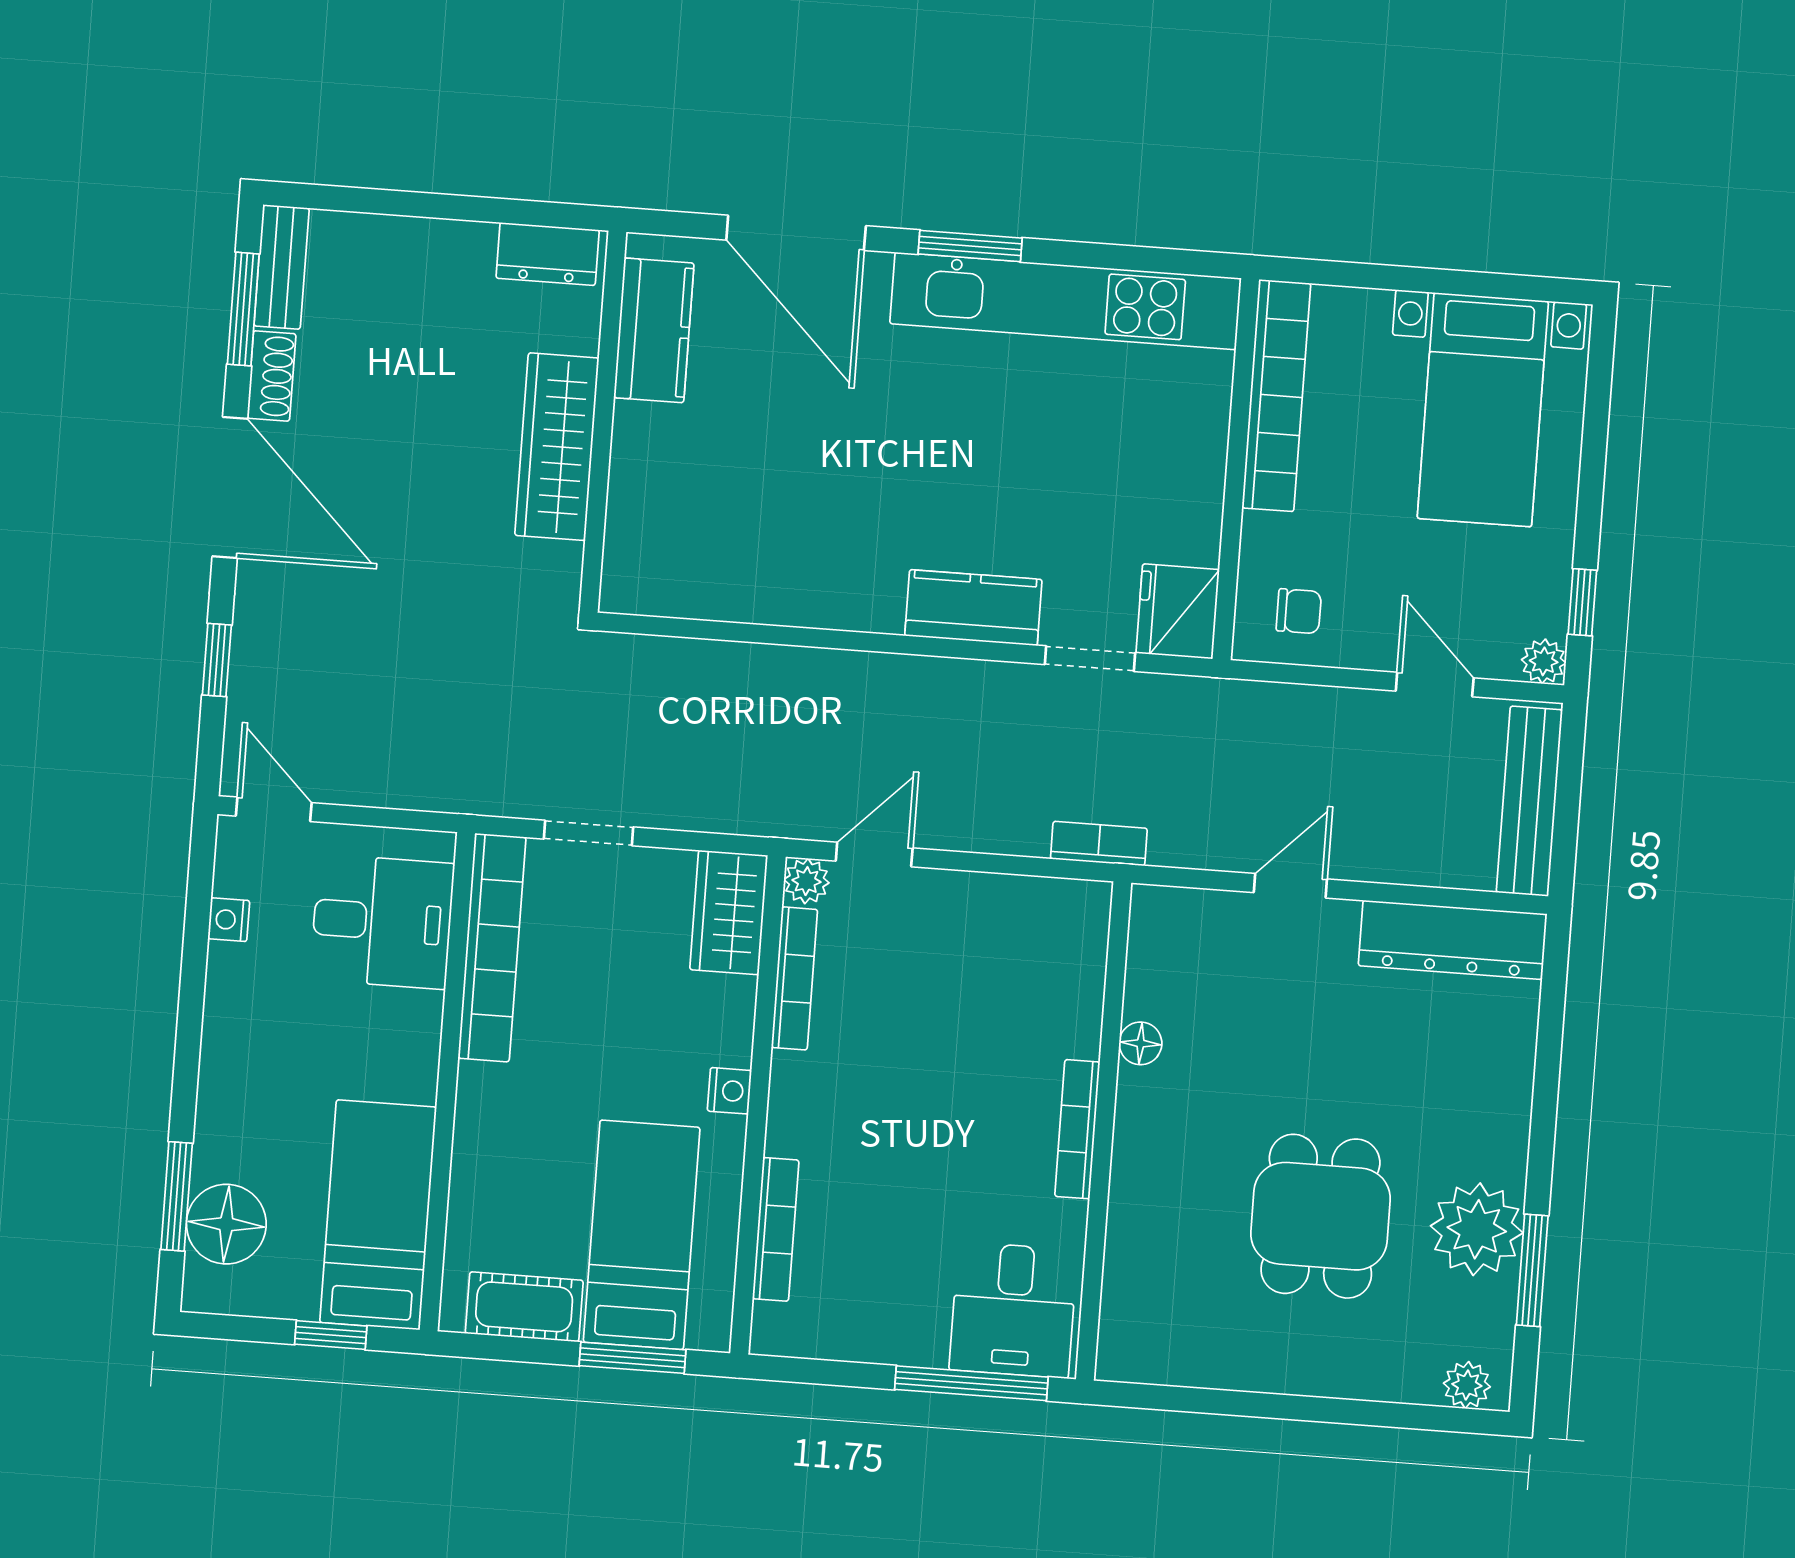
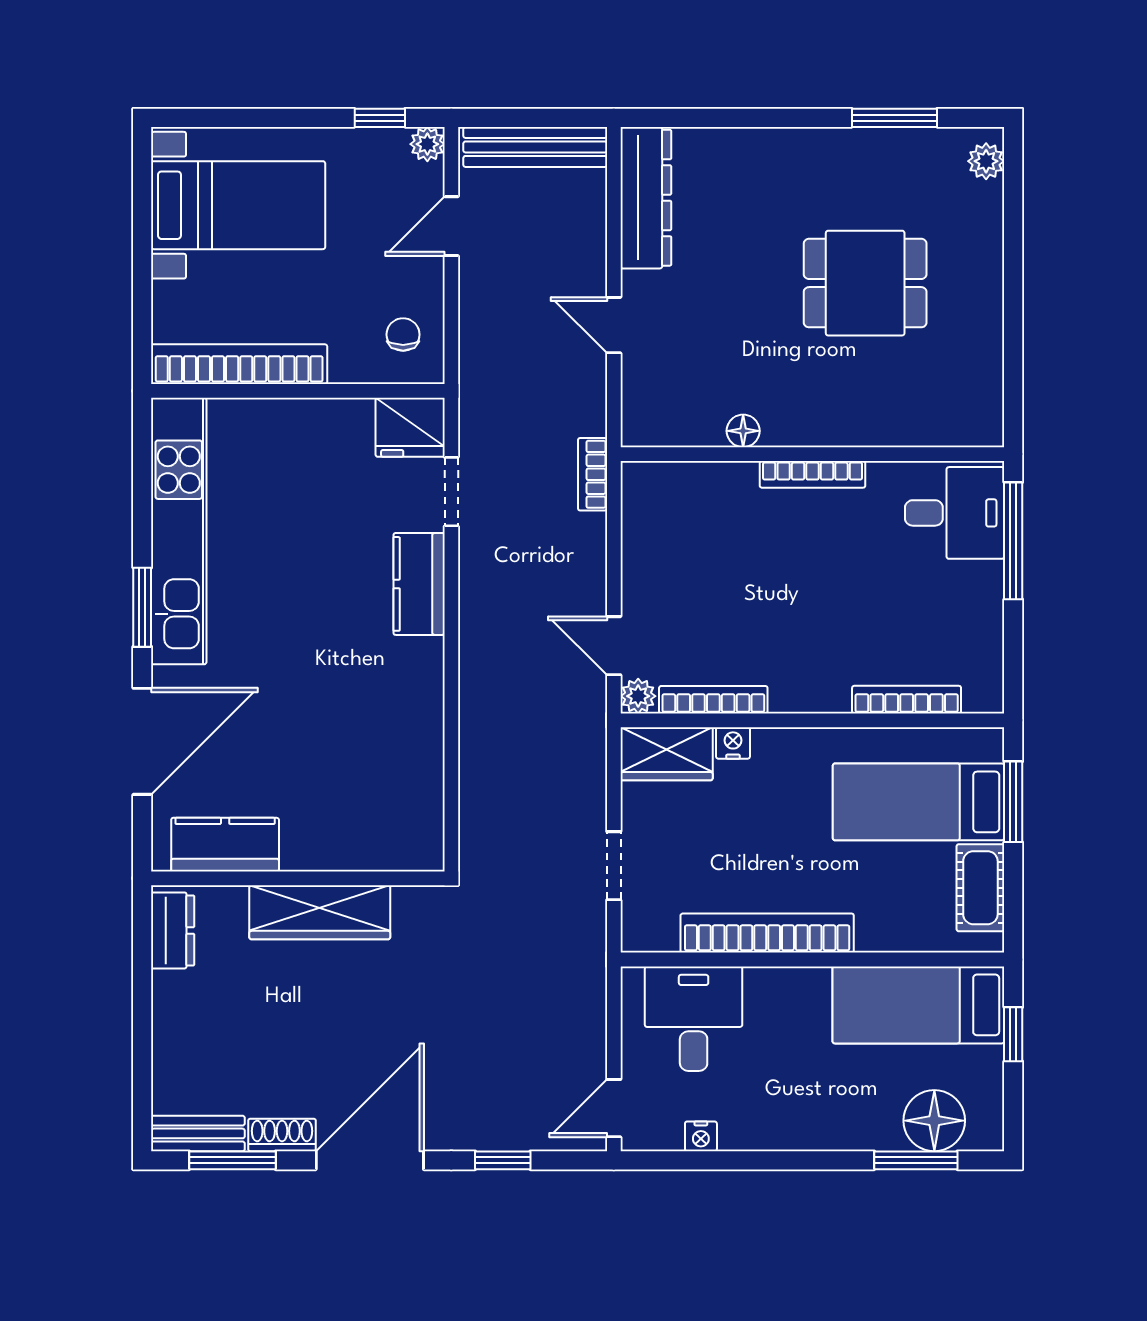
bookcase: (492, 948) -> (767, 933), moved
nightstand: (729, 1091) -> (733, 743), moved
plant: (1477, 1229) -> (866, 163), removed

